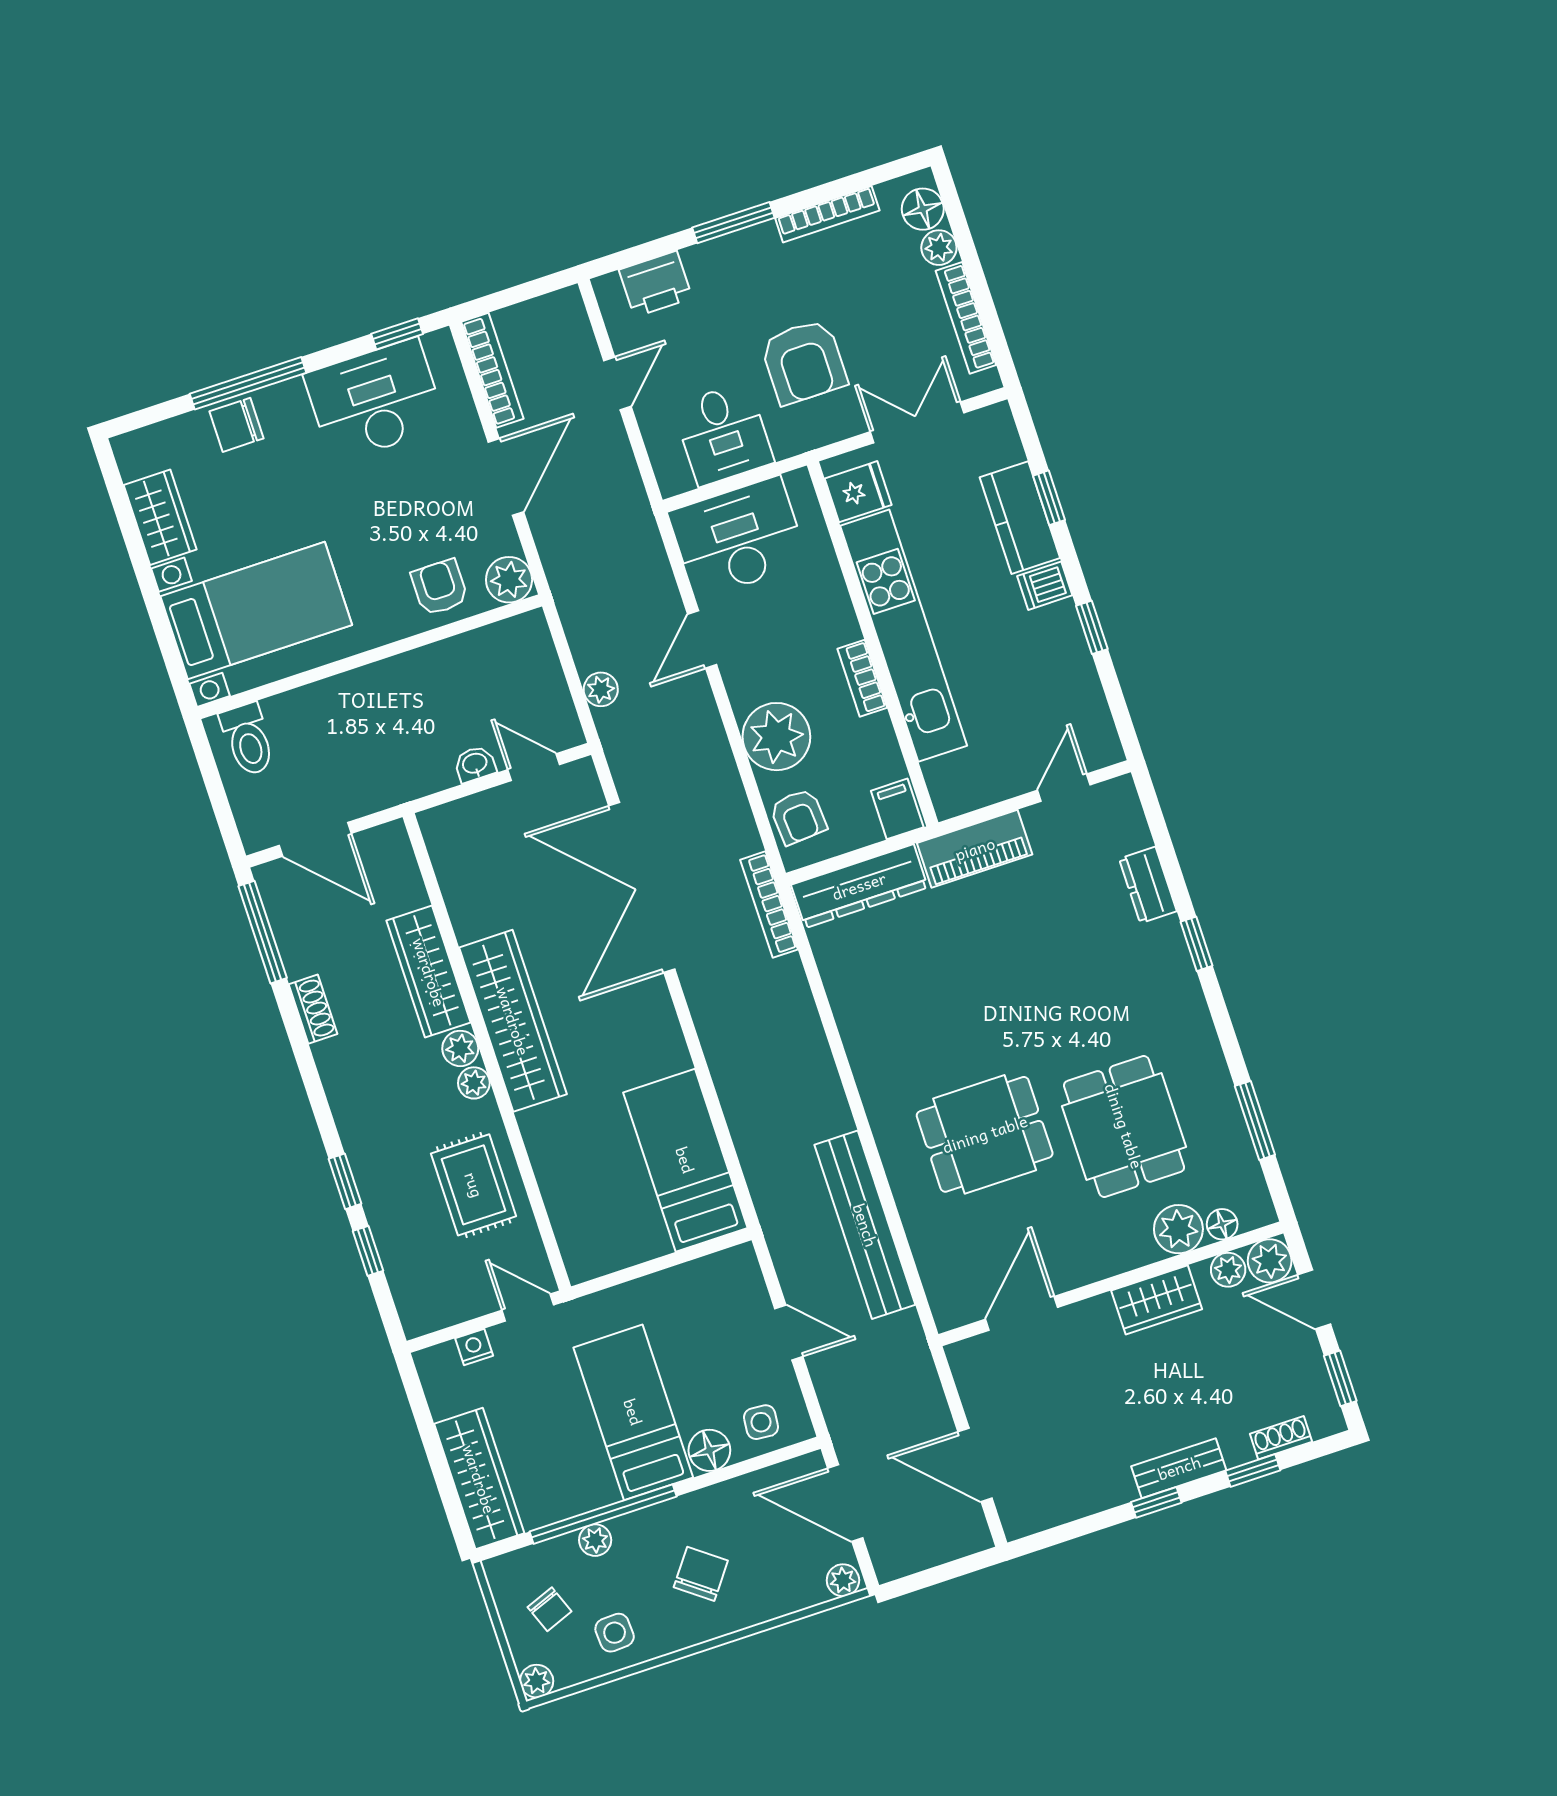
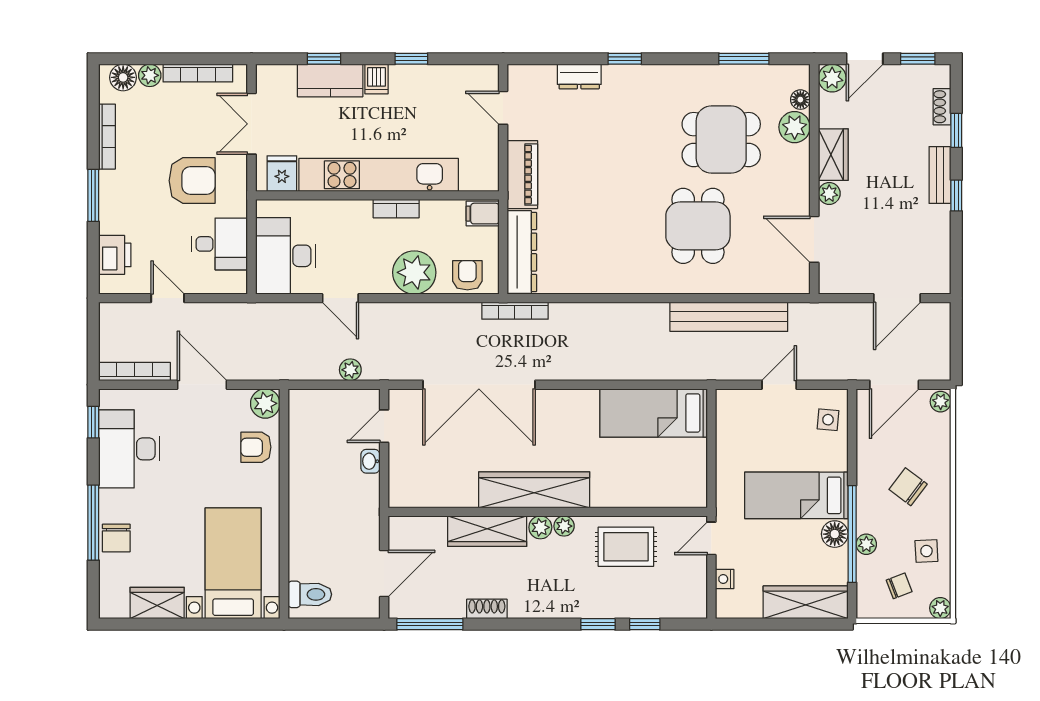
armchair: (798, 817) -> (467, 275), turned -86
plant: (1228, 1270) -> (829, 193), moved
floor lamp: (709, 1450) -> (835, 534), moved

